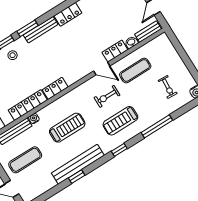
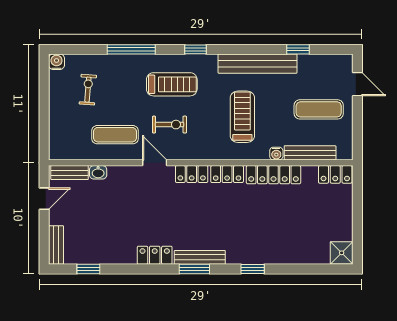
window: (27, 28) -> (194, 269), moved
locker: (115, 51) -> (192, 174), moved
stool: (13, 55) -> (254, 248), removed
treadmill: (67, 128) -> (242, 117), turned 90
window: (77, 177) -> (298, 49), moved

